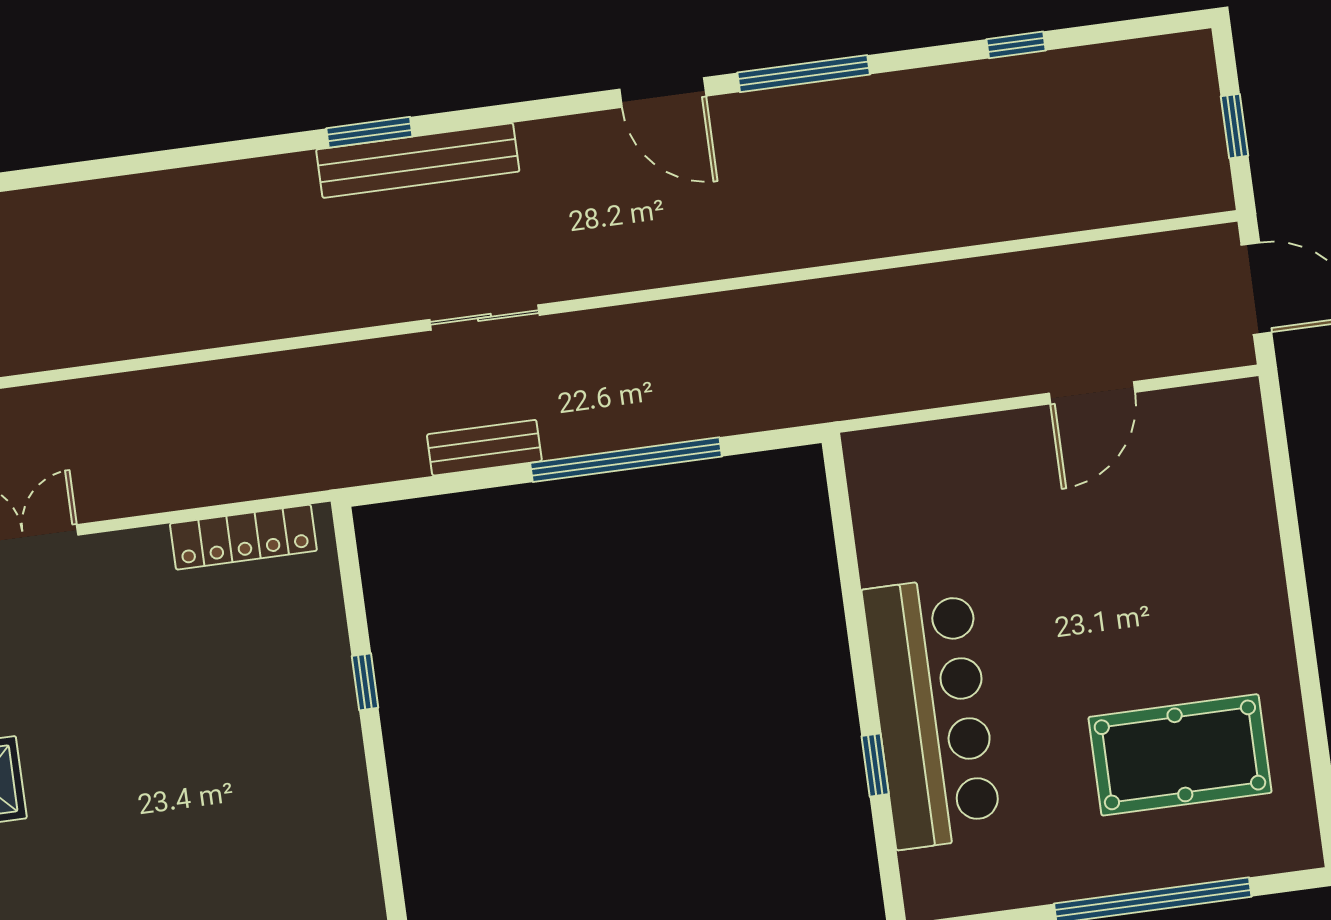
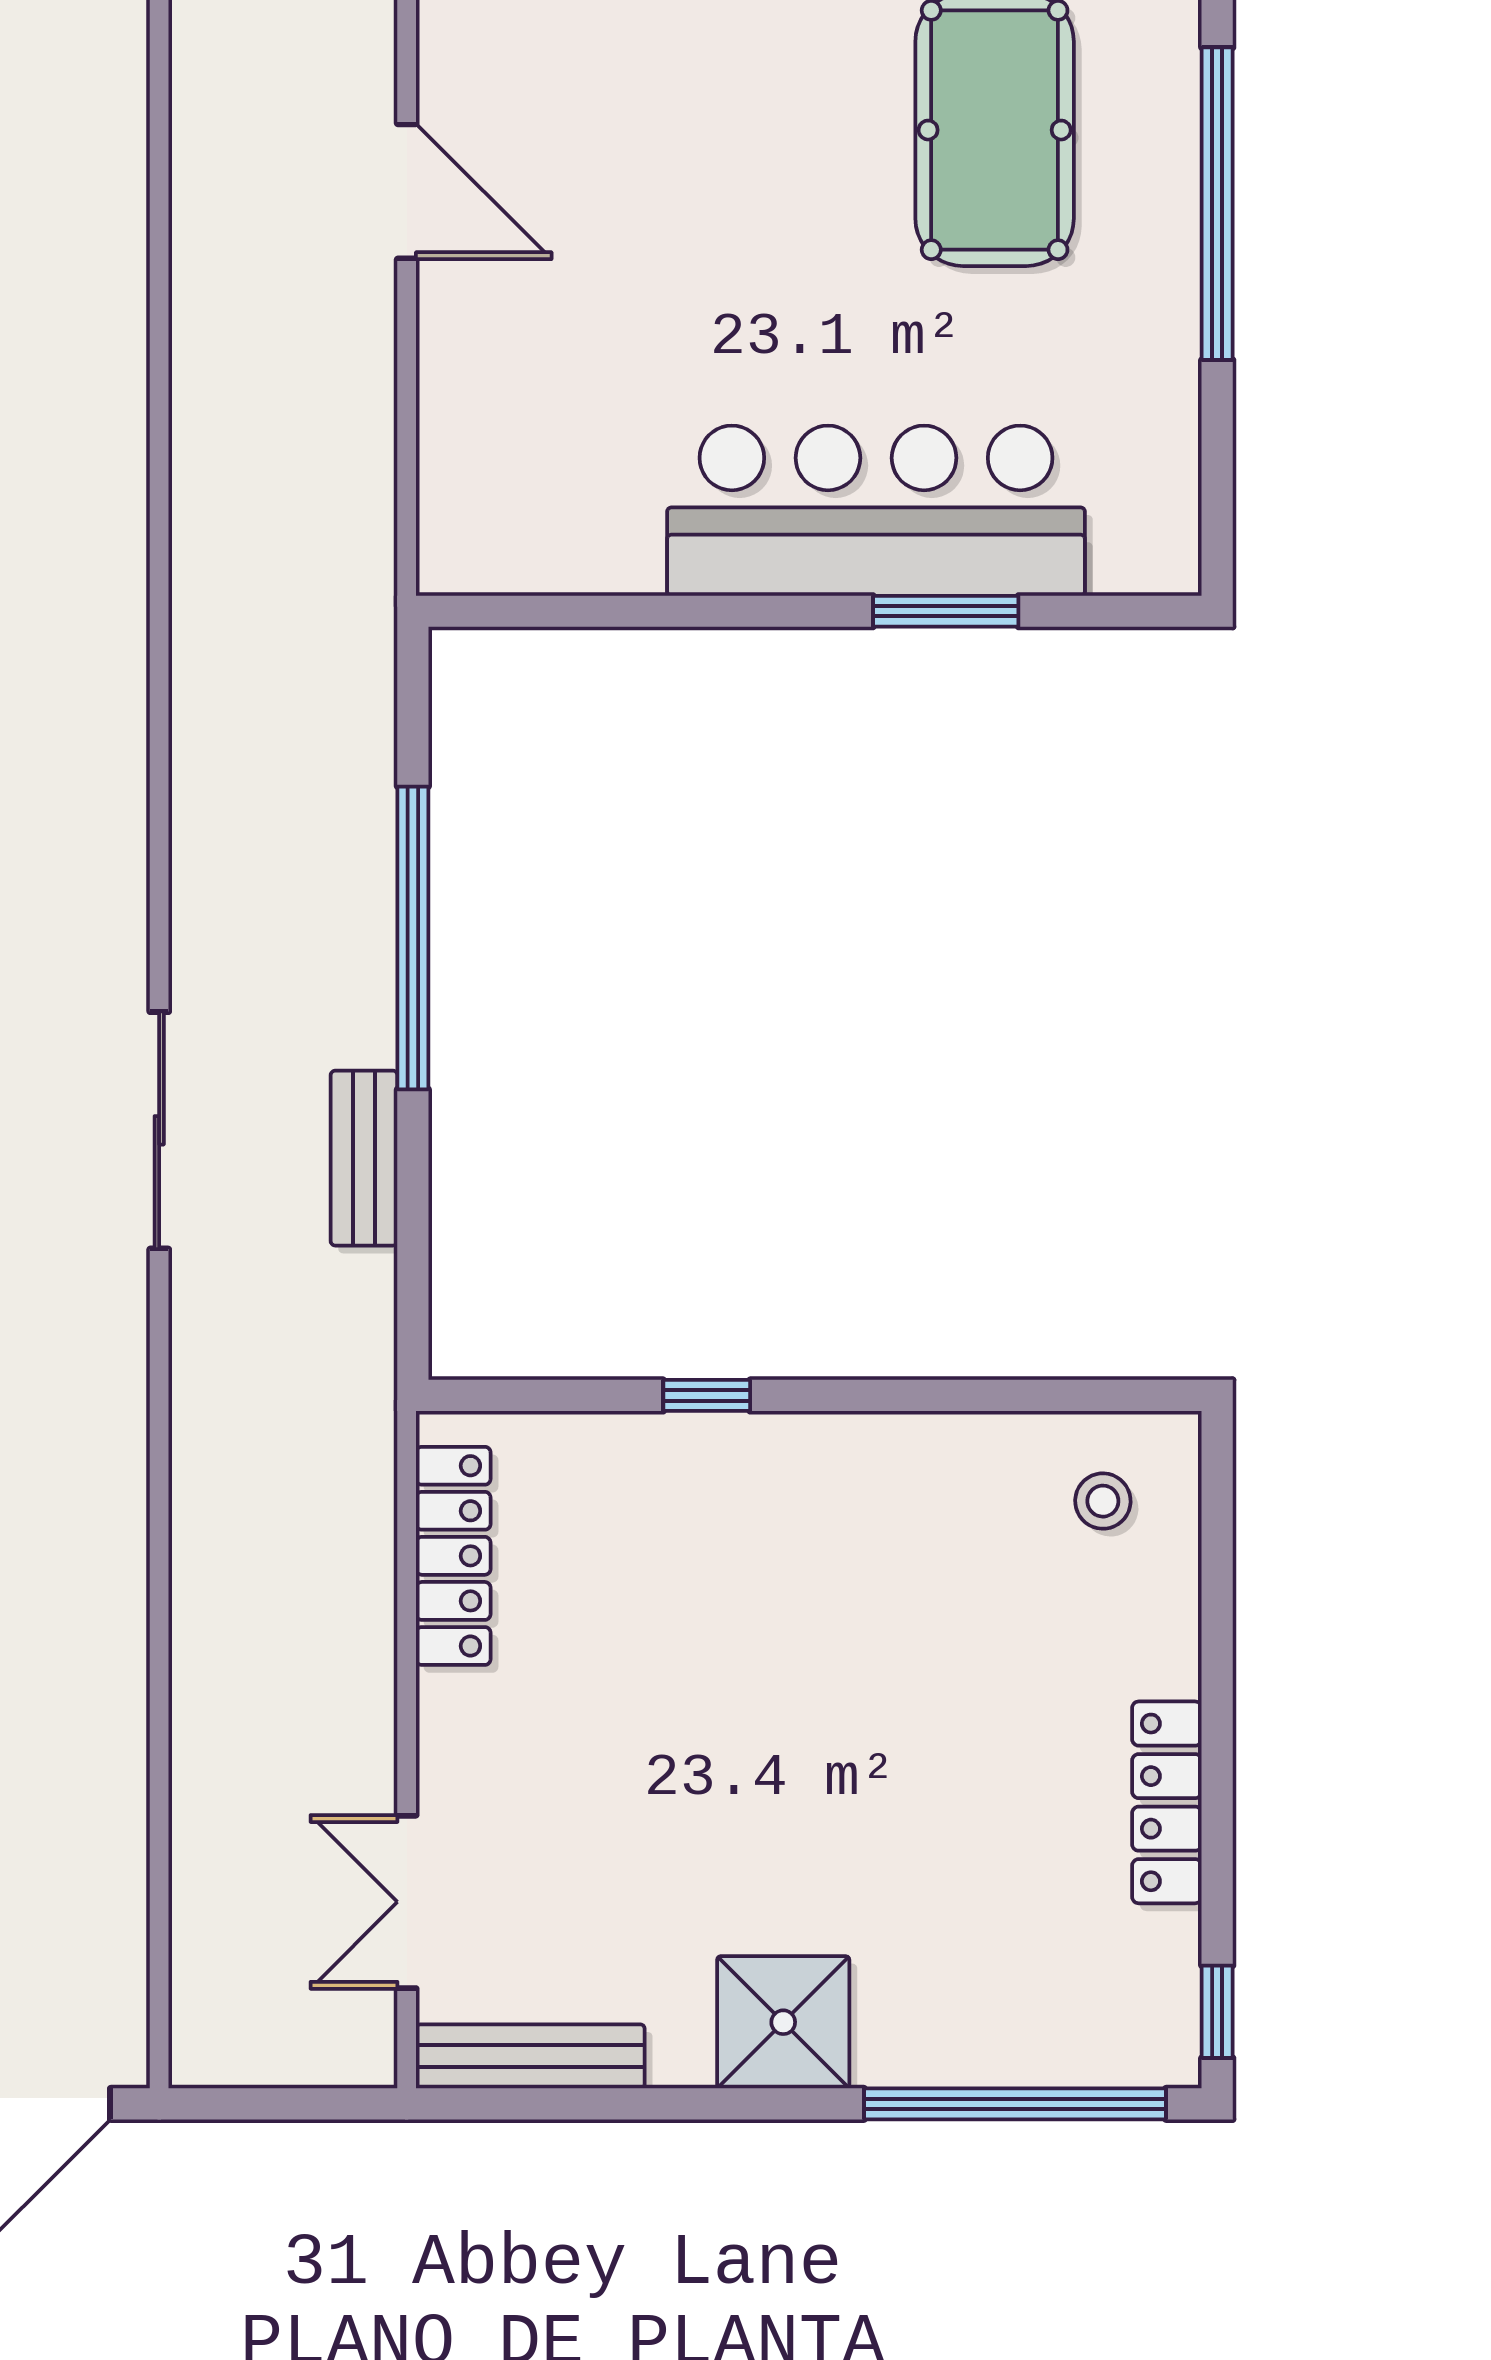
sliding door: (484, 317) -> (159, 1130), width x1.37
window: (875, 765) -> (946, 611), width x1.50

